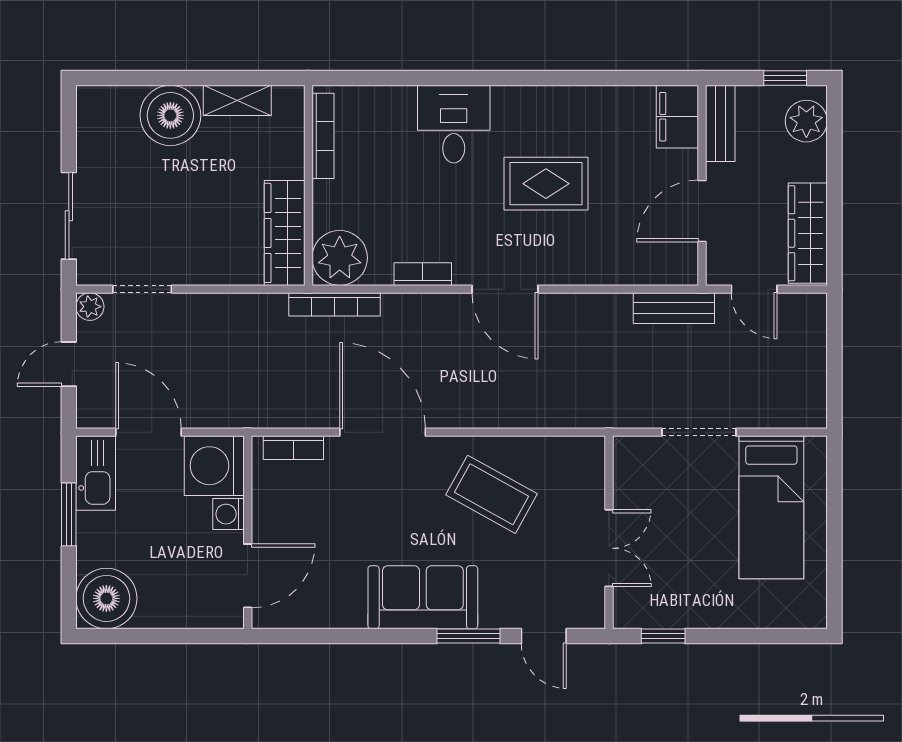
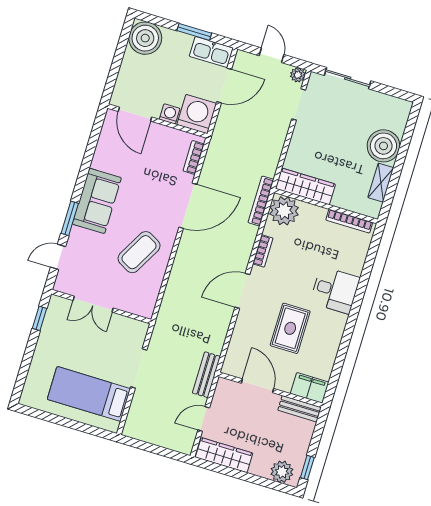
filing cabinet: (677, 117) -> (310, 388), moved
bench: (720, 123) -> (300, 409), moved
wall: (702, 185) -> (271, 390), moved
door: (702, 211) -> (257, 386), moved

